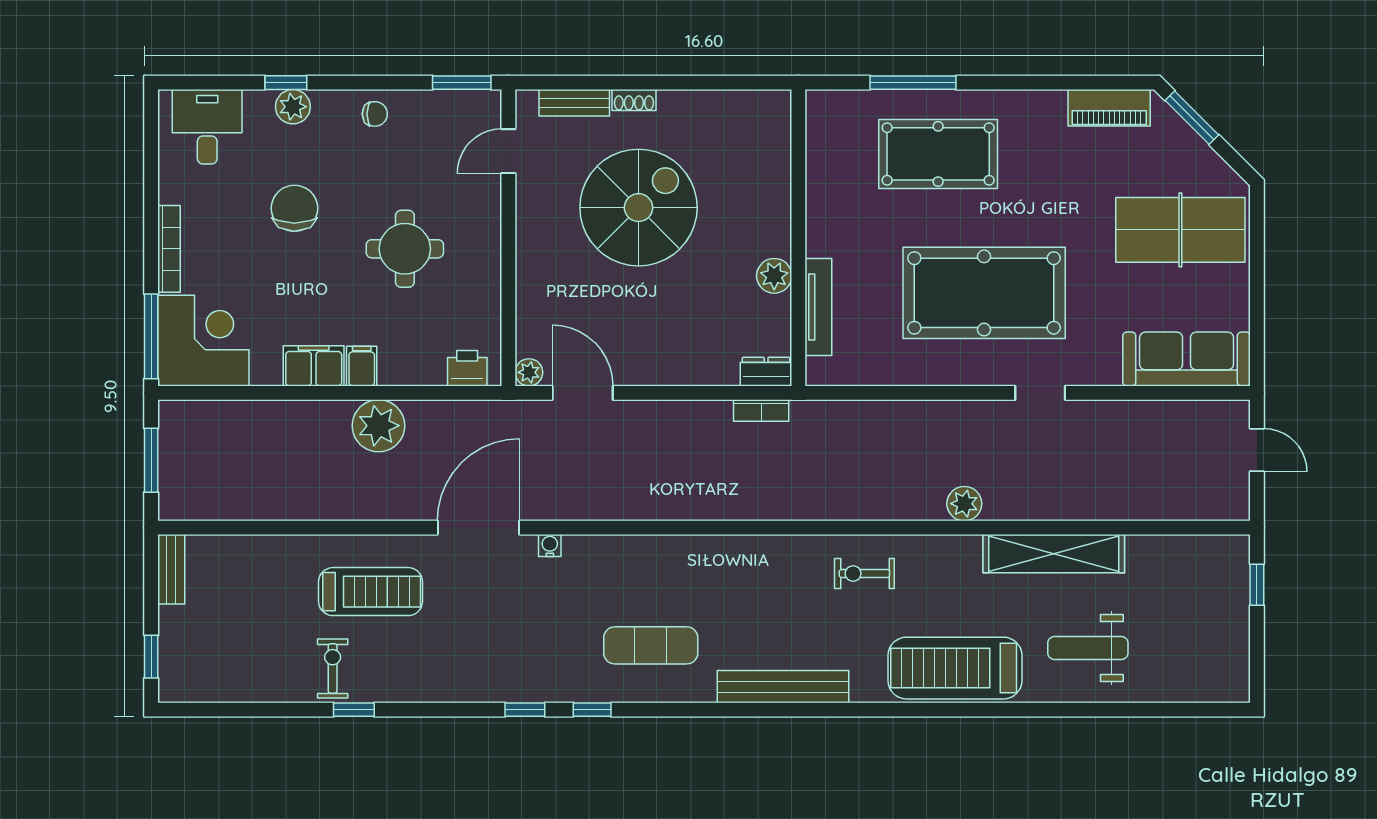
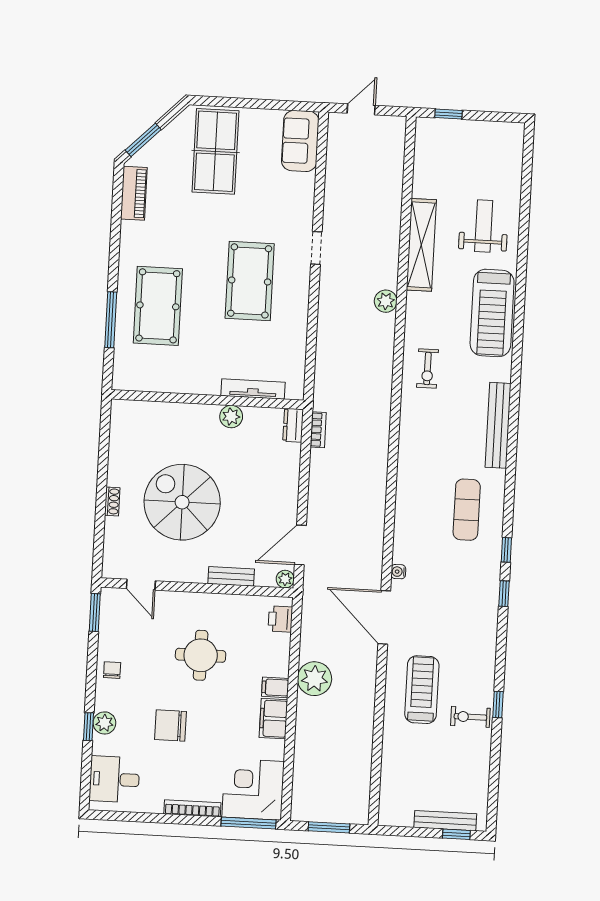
bench: (574, 103) -> (231, 576), moved, turned 90
pool table: (984, 293) -> (250, 281), width x0.73, depth x0.76
sofa: (1187, 359) -> (300, 141), width x0.73
bench: (171, 569) -> (445, 821), moved, width x1.36
weight bench: (1088, 648) -> (484, 226), turned 180

